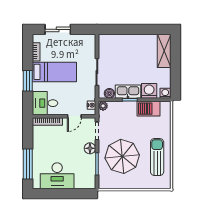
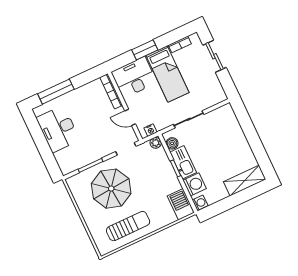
desk: (45, 103) -> (134, 77), width x1.37
barbecue: (149, 109) -> (181, 204), moved
floor lamp: (90, 148) -> (104, 150), removed

